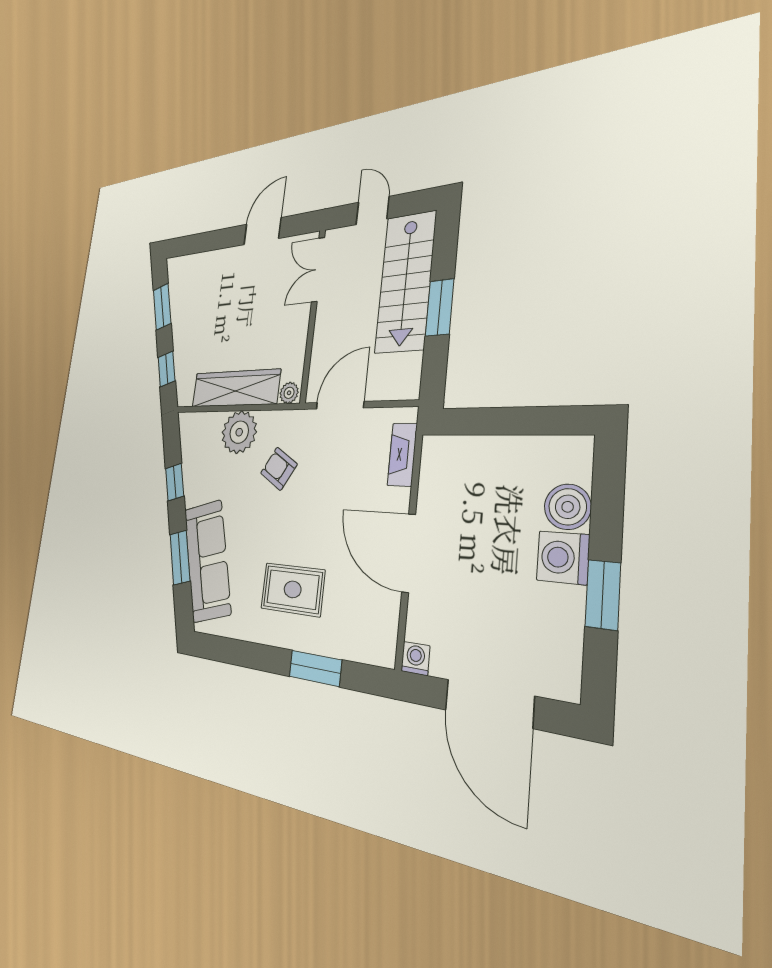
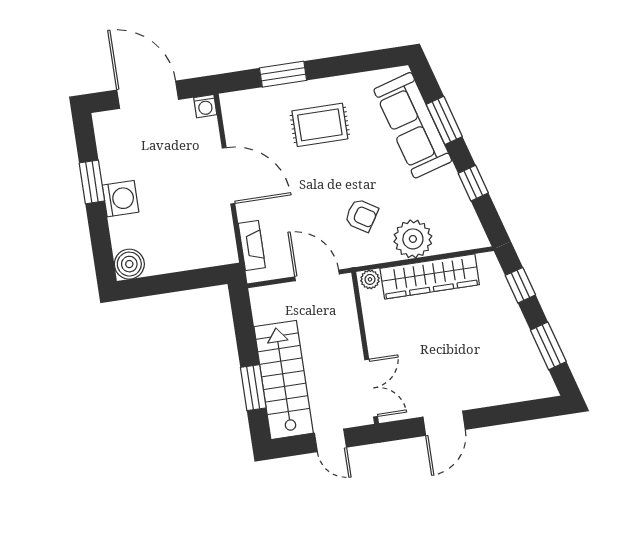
window: (440, 307) -> (253, 388), moved
door: (340, 405) -> (317, 275), swing flipped
boiler: (568, 507) -> (129, 264), moved

